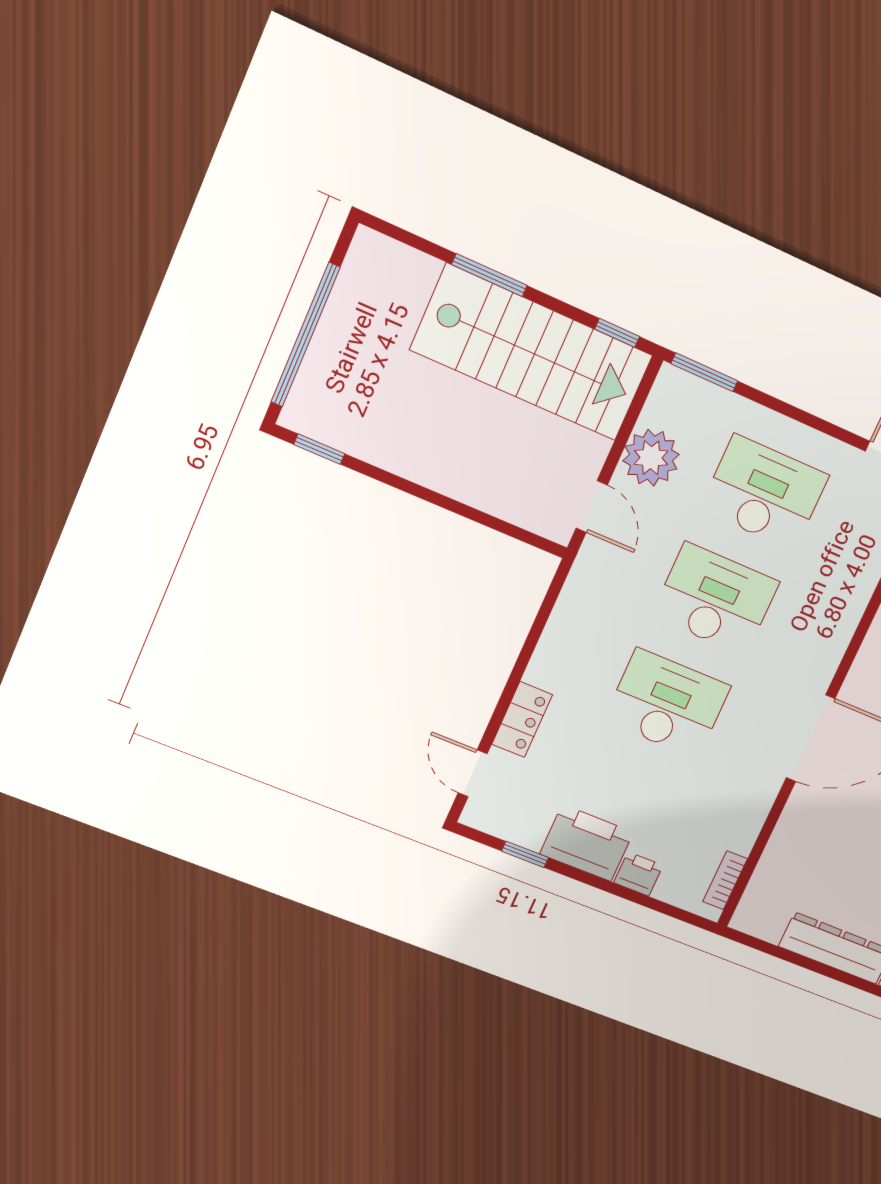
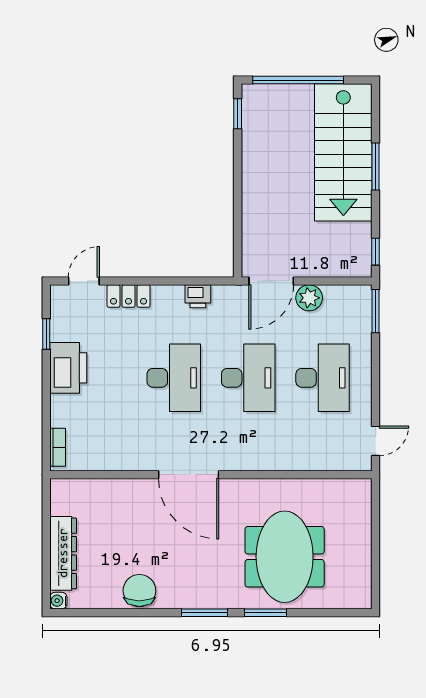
stairs: (532, 353) -> (343, 152), moved
plant: (651, 458) -> (309, 298), width x0.73, depth x0.73
door: (592, 507) -> (271, 281), width x1.38
printer: (638, 874) -> (198, 296), moved, turned 90
bookcase: (725, 880) -> (58, 447), moved, turned 90

